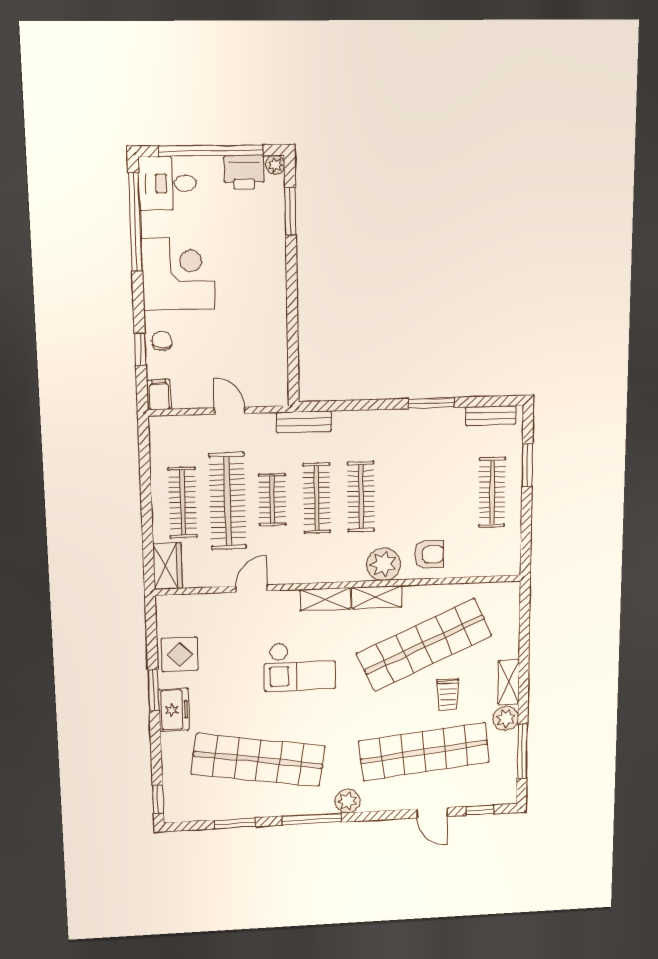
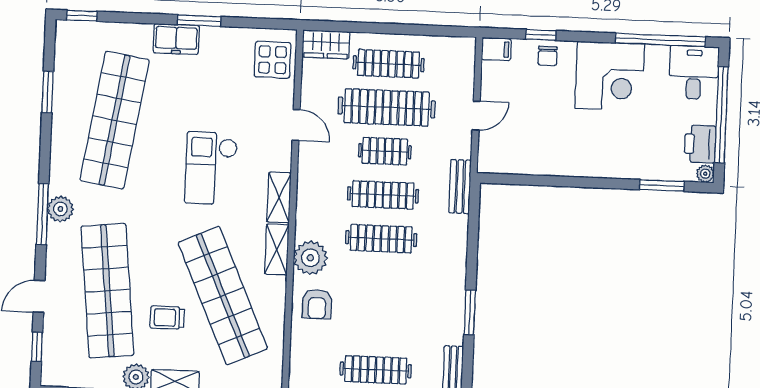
chair: (162, 341) -> (548, 56), turned 88
display table: (180, 654) -> (273, 60), moved
window: (312, 819) -> (42, 214), moved

